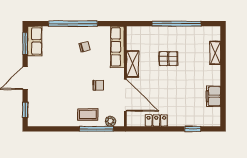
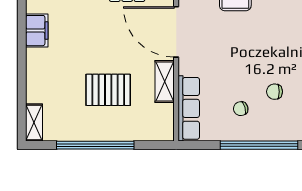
shelving: (215, 53) -> (34, 122), moved
pallet: (168, 59) -> (108, 90), width x1.50, depth x1.42
chair: (98, 85) -> (275, 92), moved

